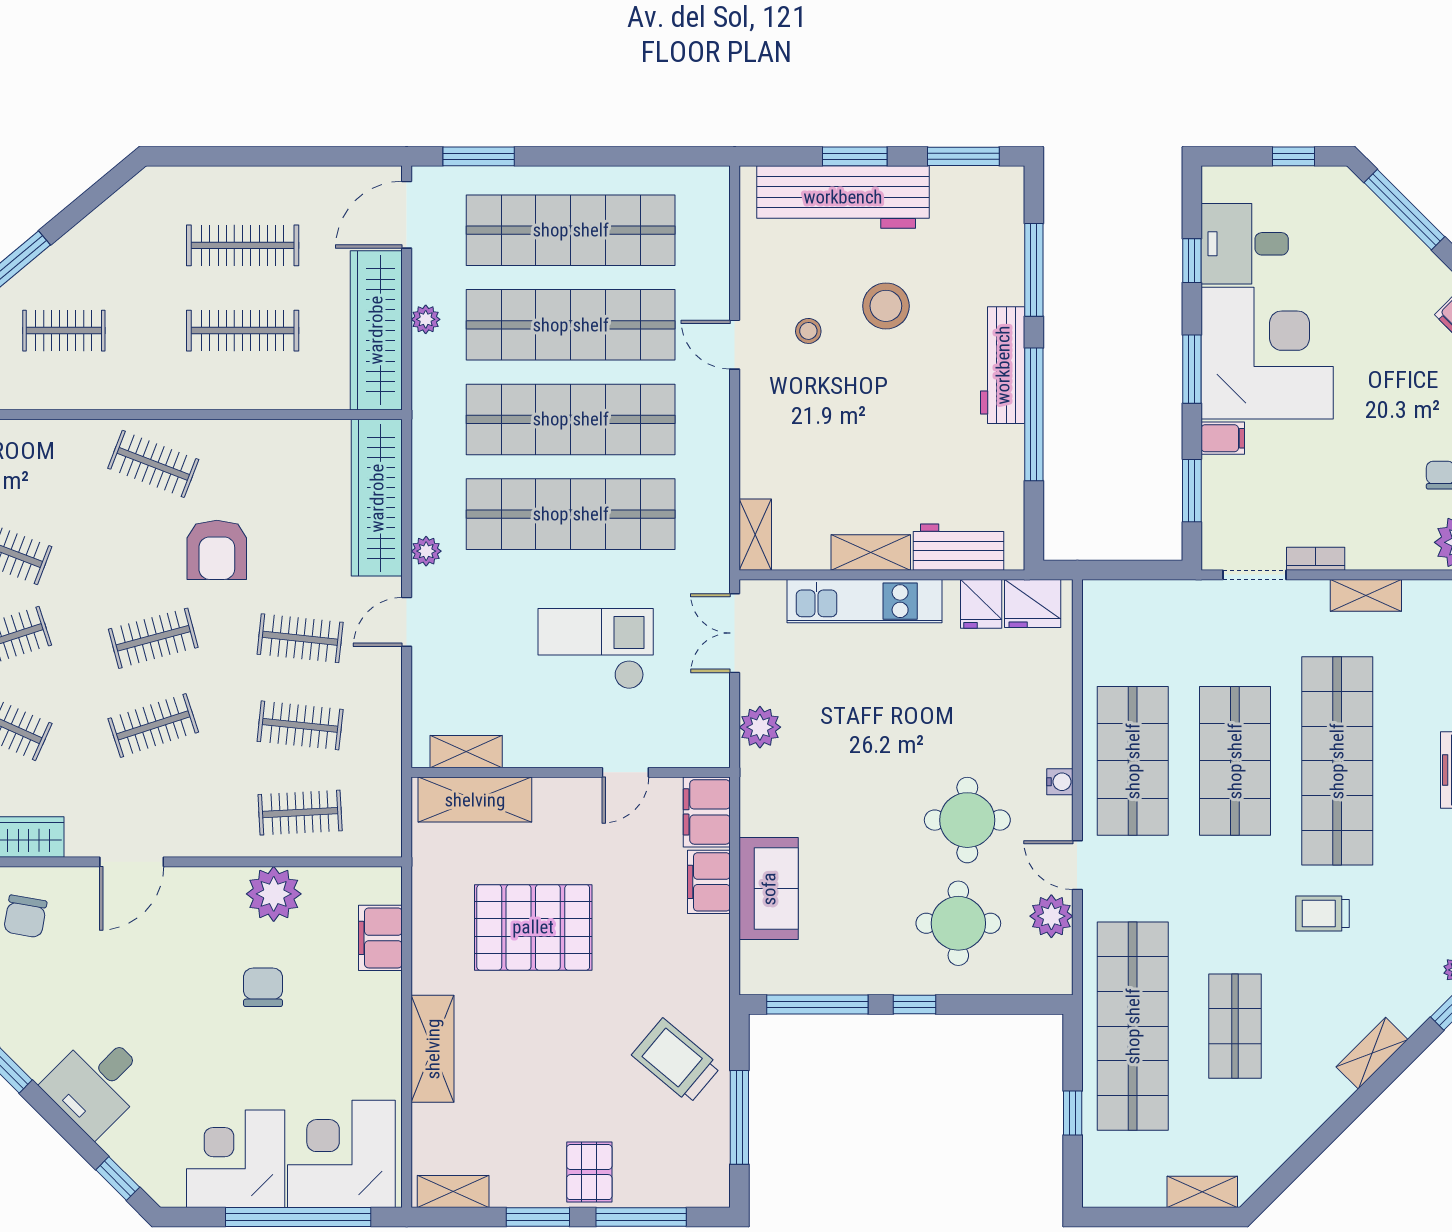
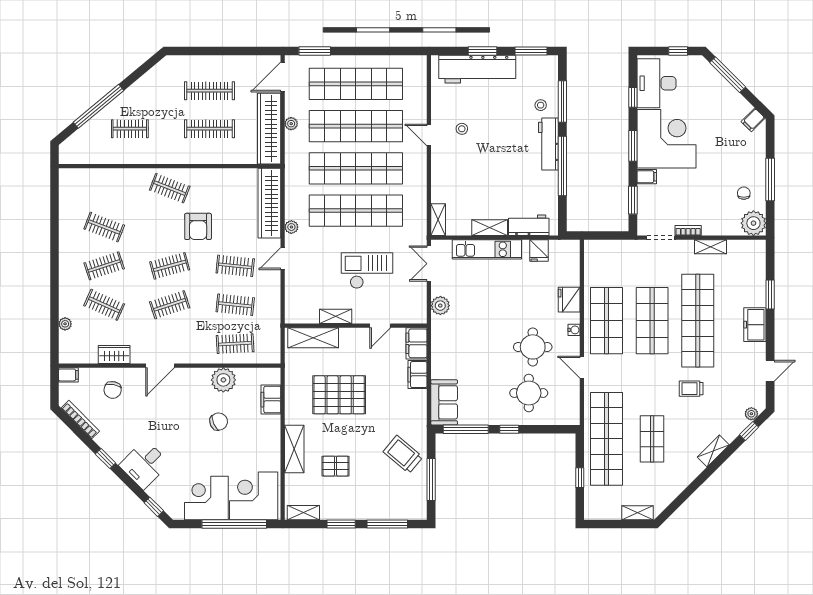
desk: (1245, 244) -> (656, 83), width x1.37
stool: (886, 306) -> (541, 105), moved, width x0.53, depth x0.53
fridge: (1033, 603) -> (569, 300), moved, turned 90
shelving: (466, 752) -> (336, 316), moved
sofa: (769, 889) -> (444, 402), moved
plant: (1051, 916) -> (570, 390), removed
chair: (263, 987) -> (219, 422), turned 66
pallet: (589, 1172) -> (336, 466), moved, turned 90

